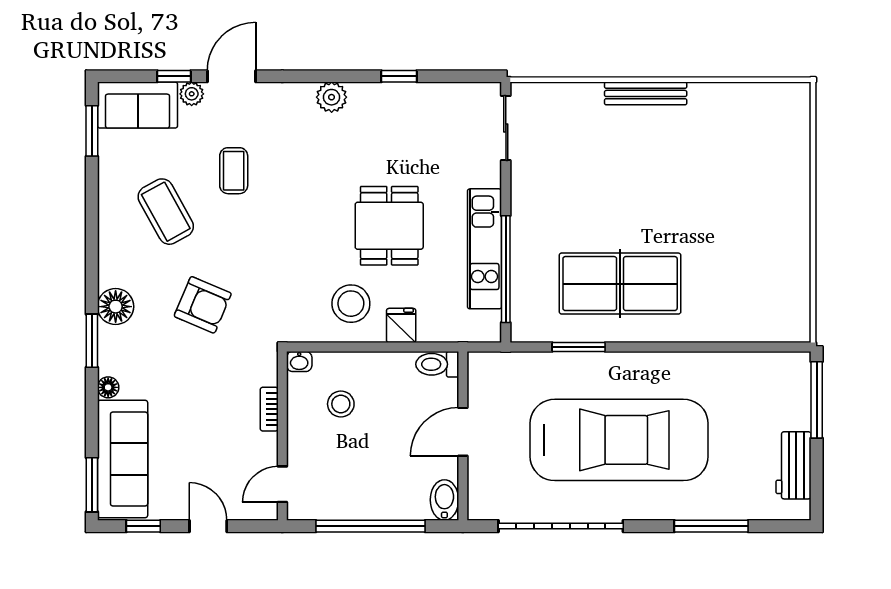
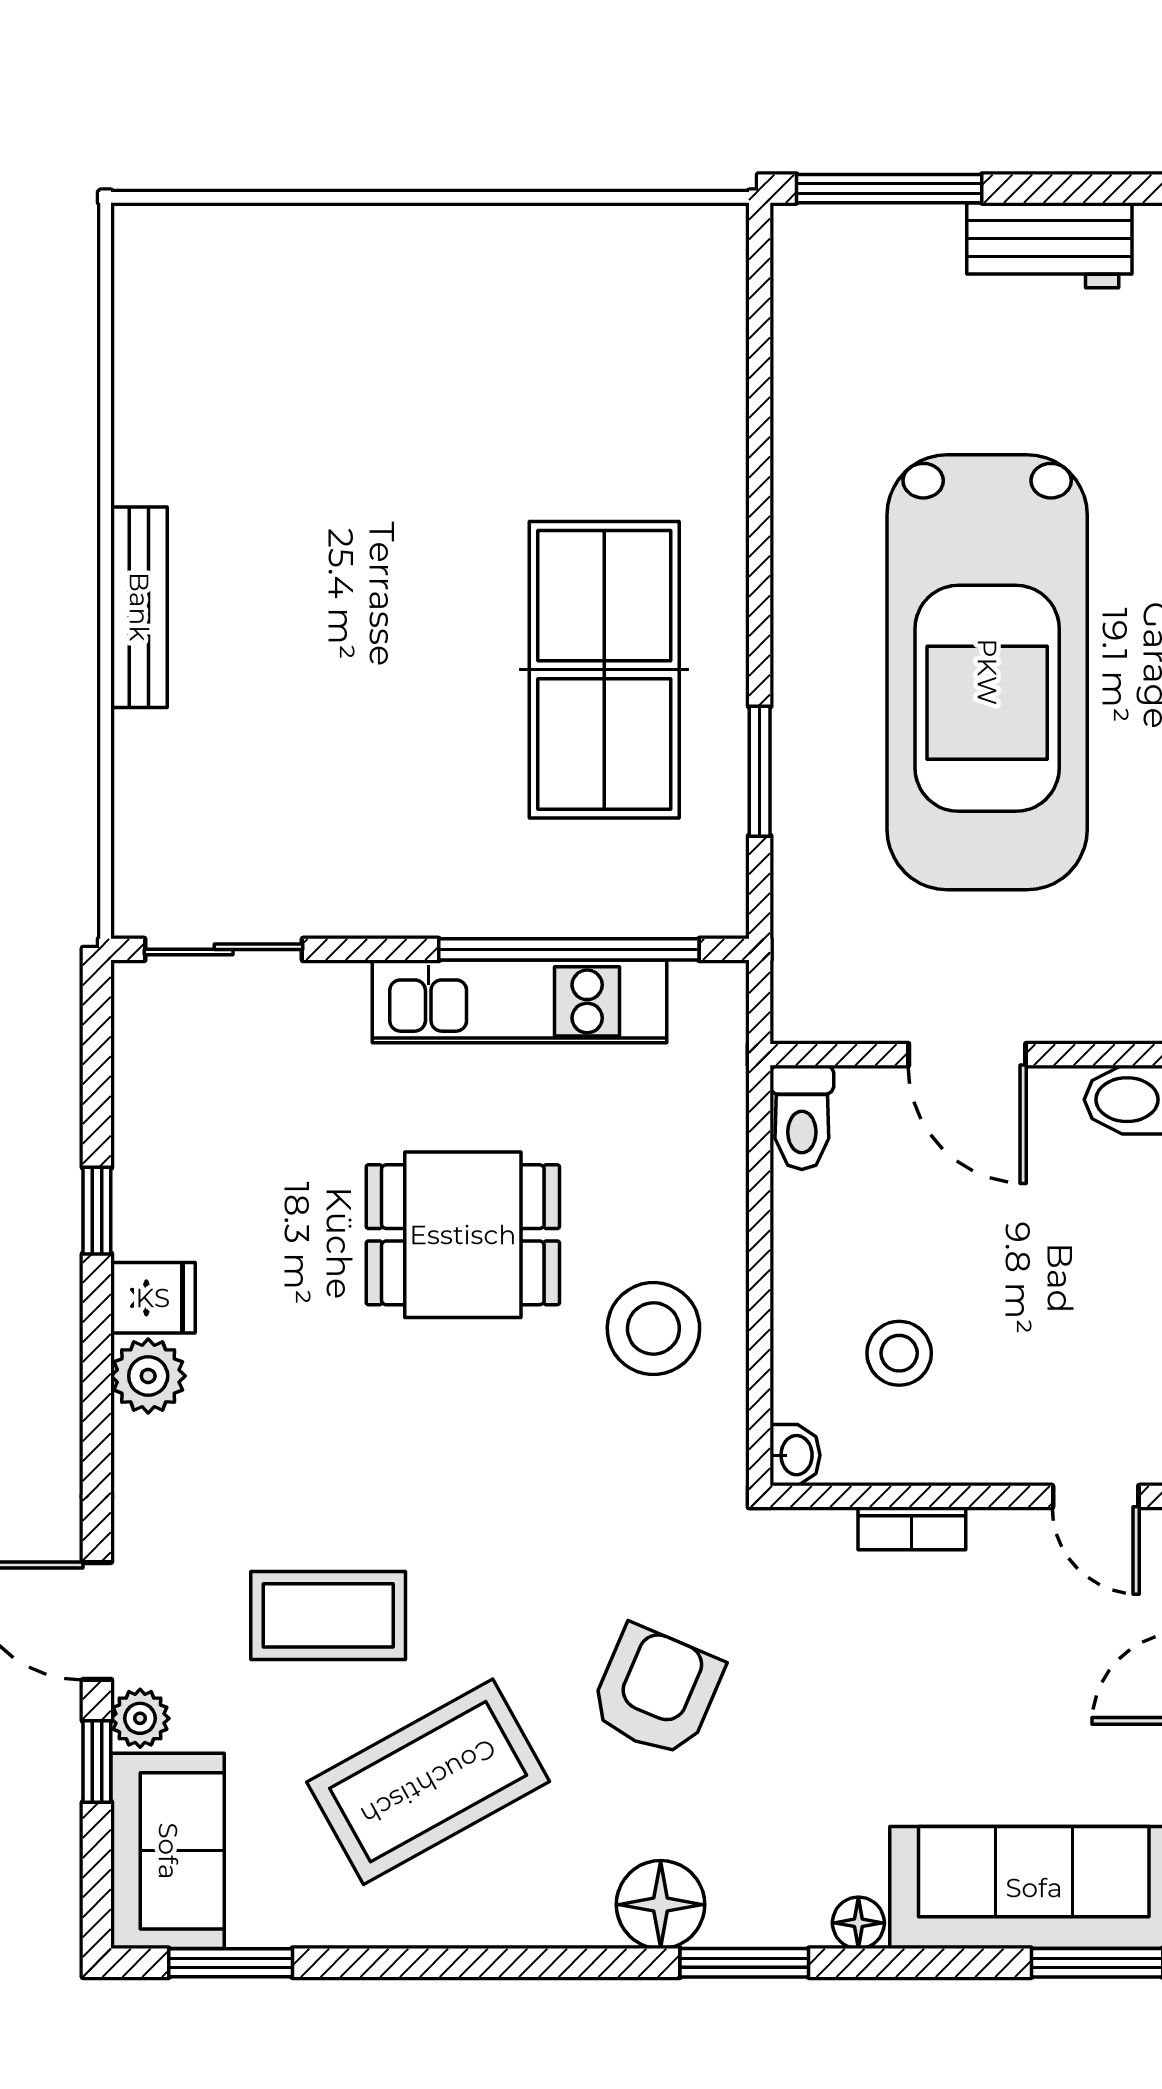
coffee table: (234, 171) -> (328, 1615), width x1.36, depth x1.30
coffee table: (166, 212) -> (428, 1782), width x1.36, depth x1.32
fridge: (401, 325) -> (153, 1298), moved, turned 180
car: (619, 440) -> (987, 672), turned 180

